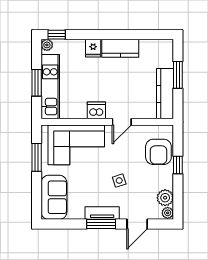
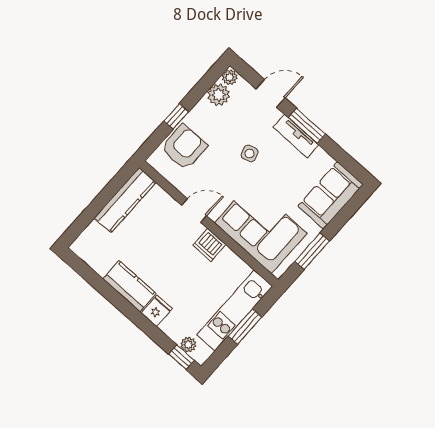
plant: (47, 45) -> (188, 345), moved
window: (178, 75) -> (95, 207), removed

